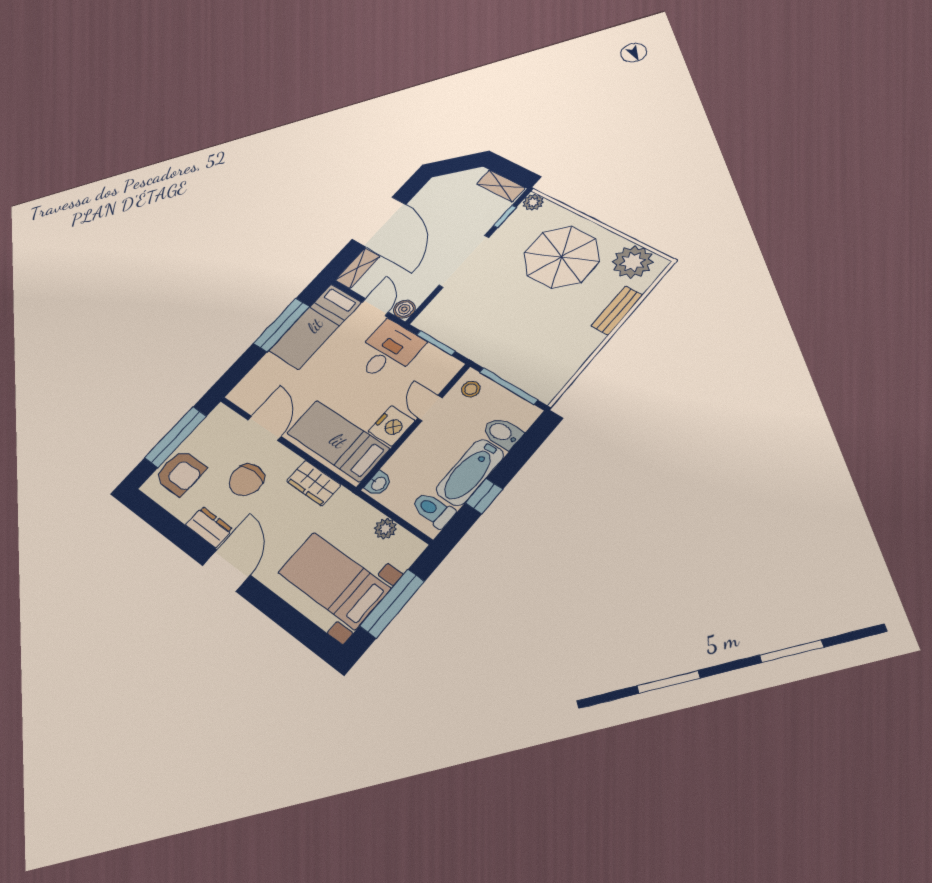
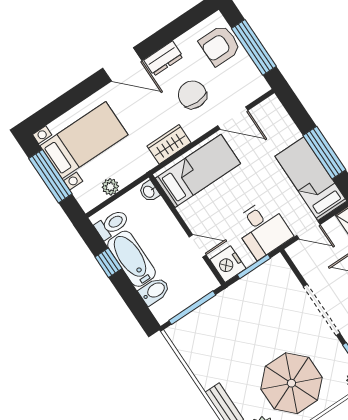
boiler: (404, 309) -> (296, 252), removed
stool: (471, 389) -> (201, 280), removed
nightstand: (392, 426) -> (228, 264), moved

